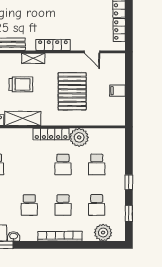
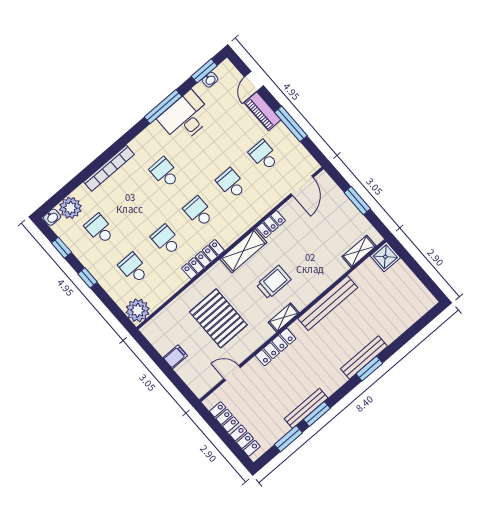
trolley: (21, 84) -> (274, 282), turned 180
plant: (79, 137) -> (138, 310), moved
school desk: (63, 205) -> (199, 212), moved
washbasin: (14, 236) -> (52, 217), moved

